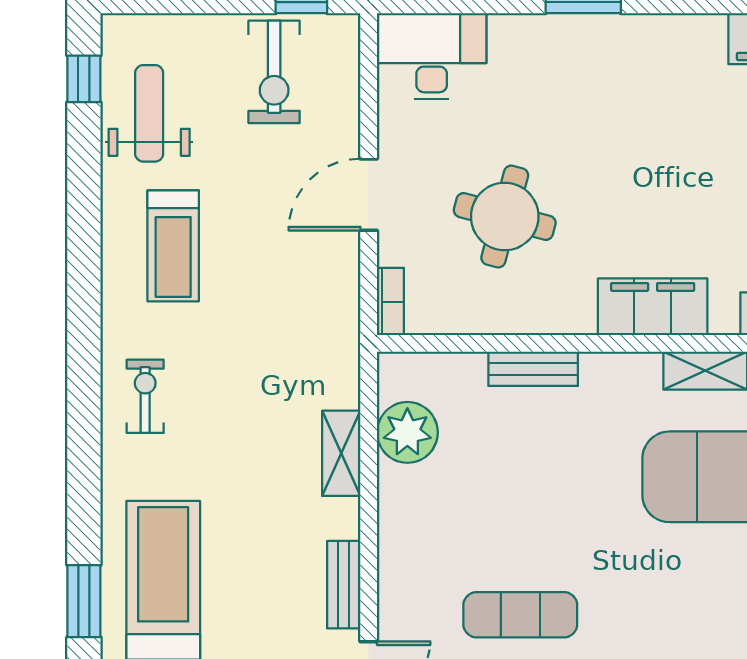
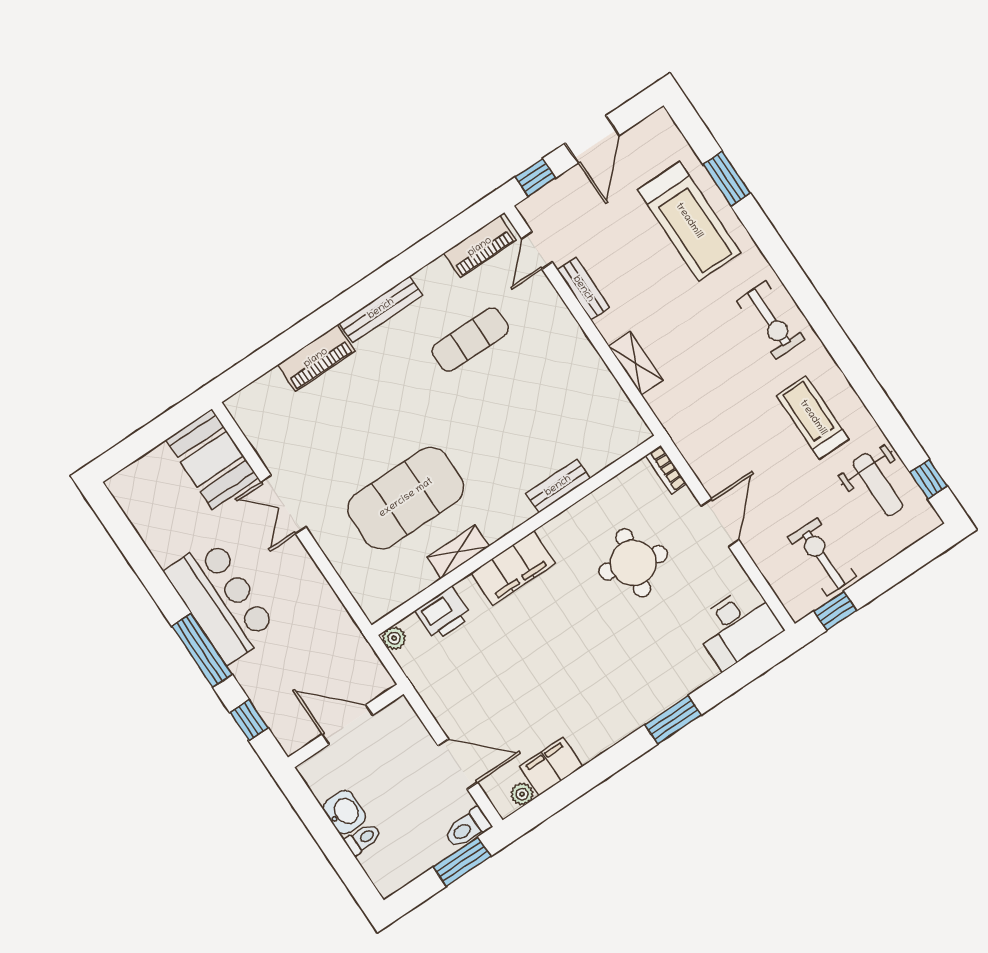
exercise bike: (145, 396) -> (771, 320), width x1.38, depth x1.39
plant: (407, 432) -> (606, 401), removed

